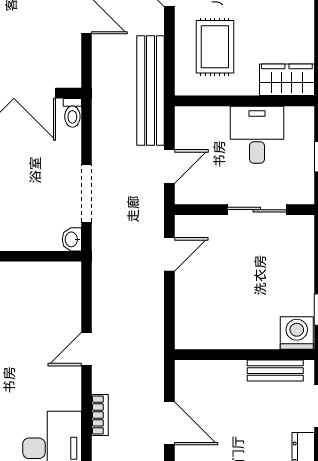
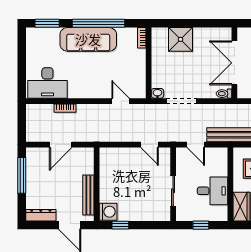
door: (86, 349) -> (121, 101), moved
bench: (275, 371) -> (88, 195), width x1.36

